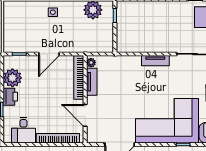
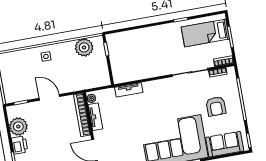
door: (49, 54) -> (49, 97), swing flipped
tv unit: (155, 61) -> (129, 90), moved

